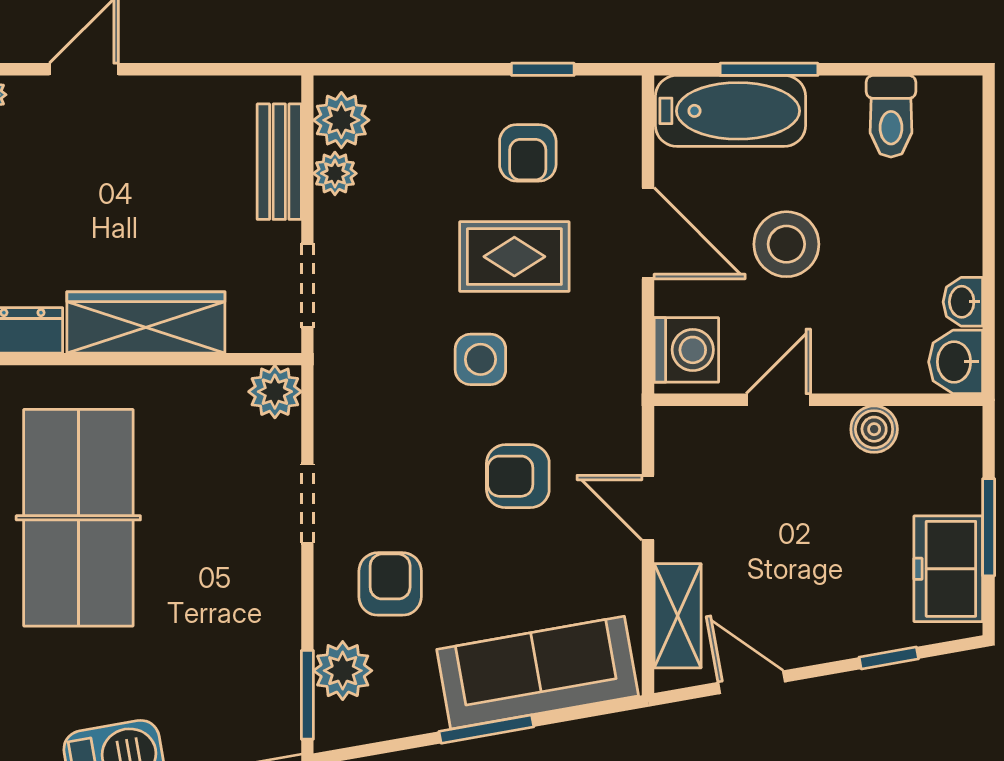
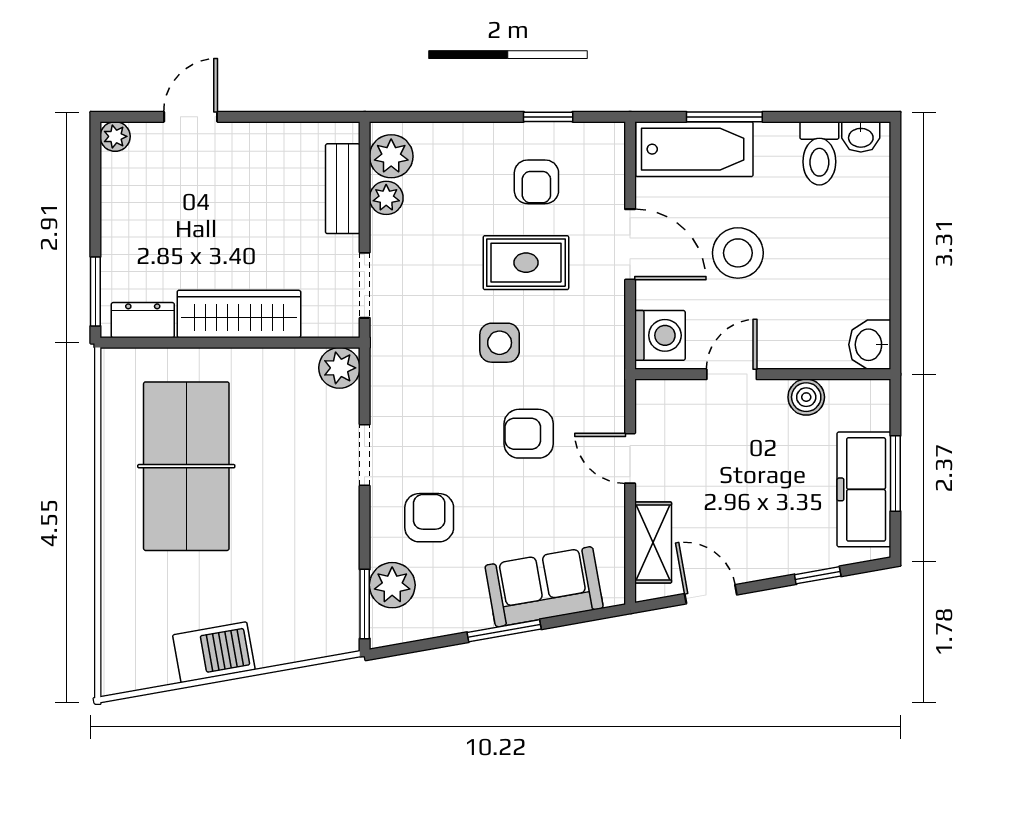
washbasin: (963, 302) -> (861, 137), moved, turned -90
freezer: (948, 569) -> (864, 489), width x1.40
sofa: (538, 673) -> (544, 587), width x0.73

